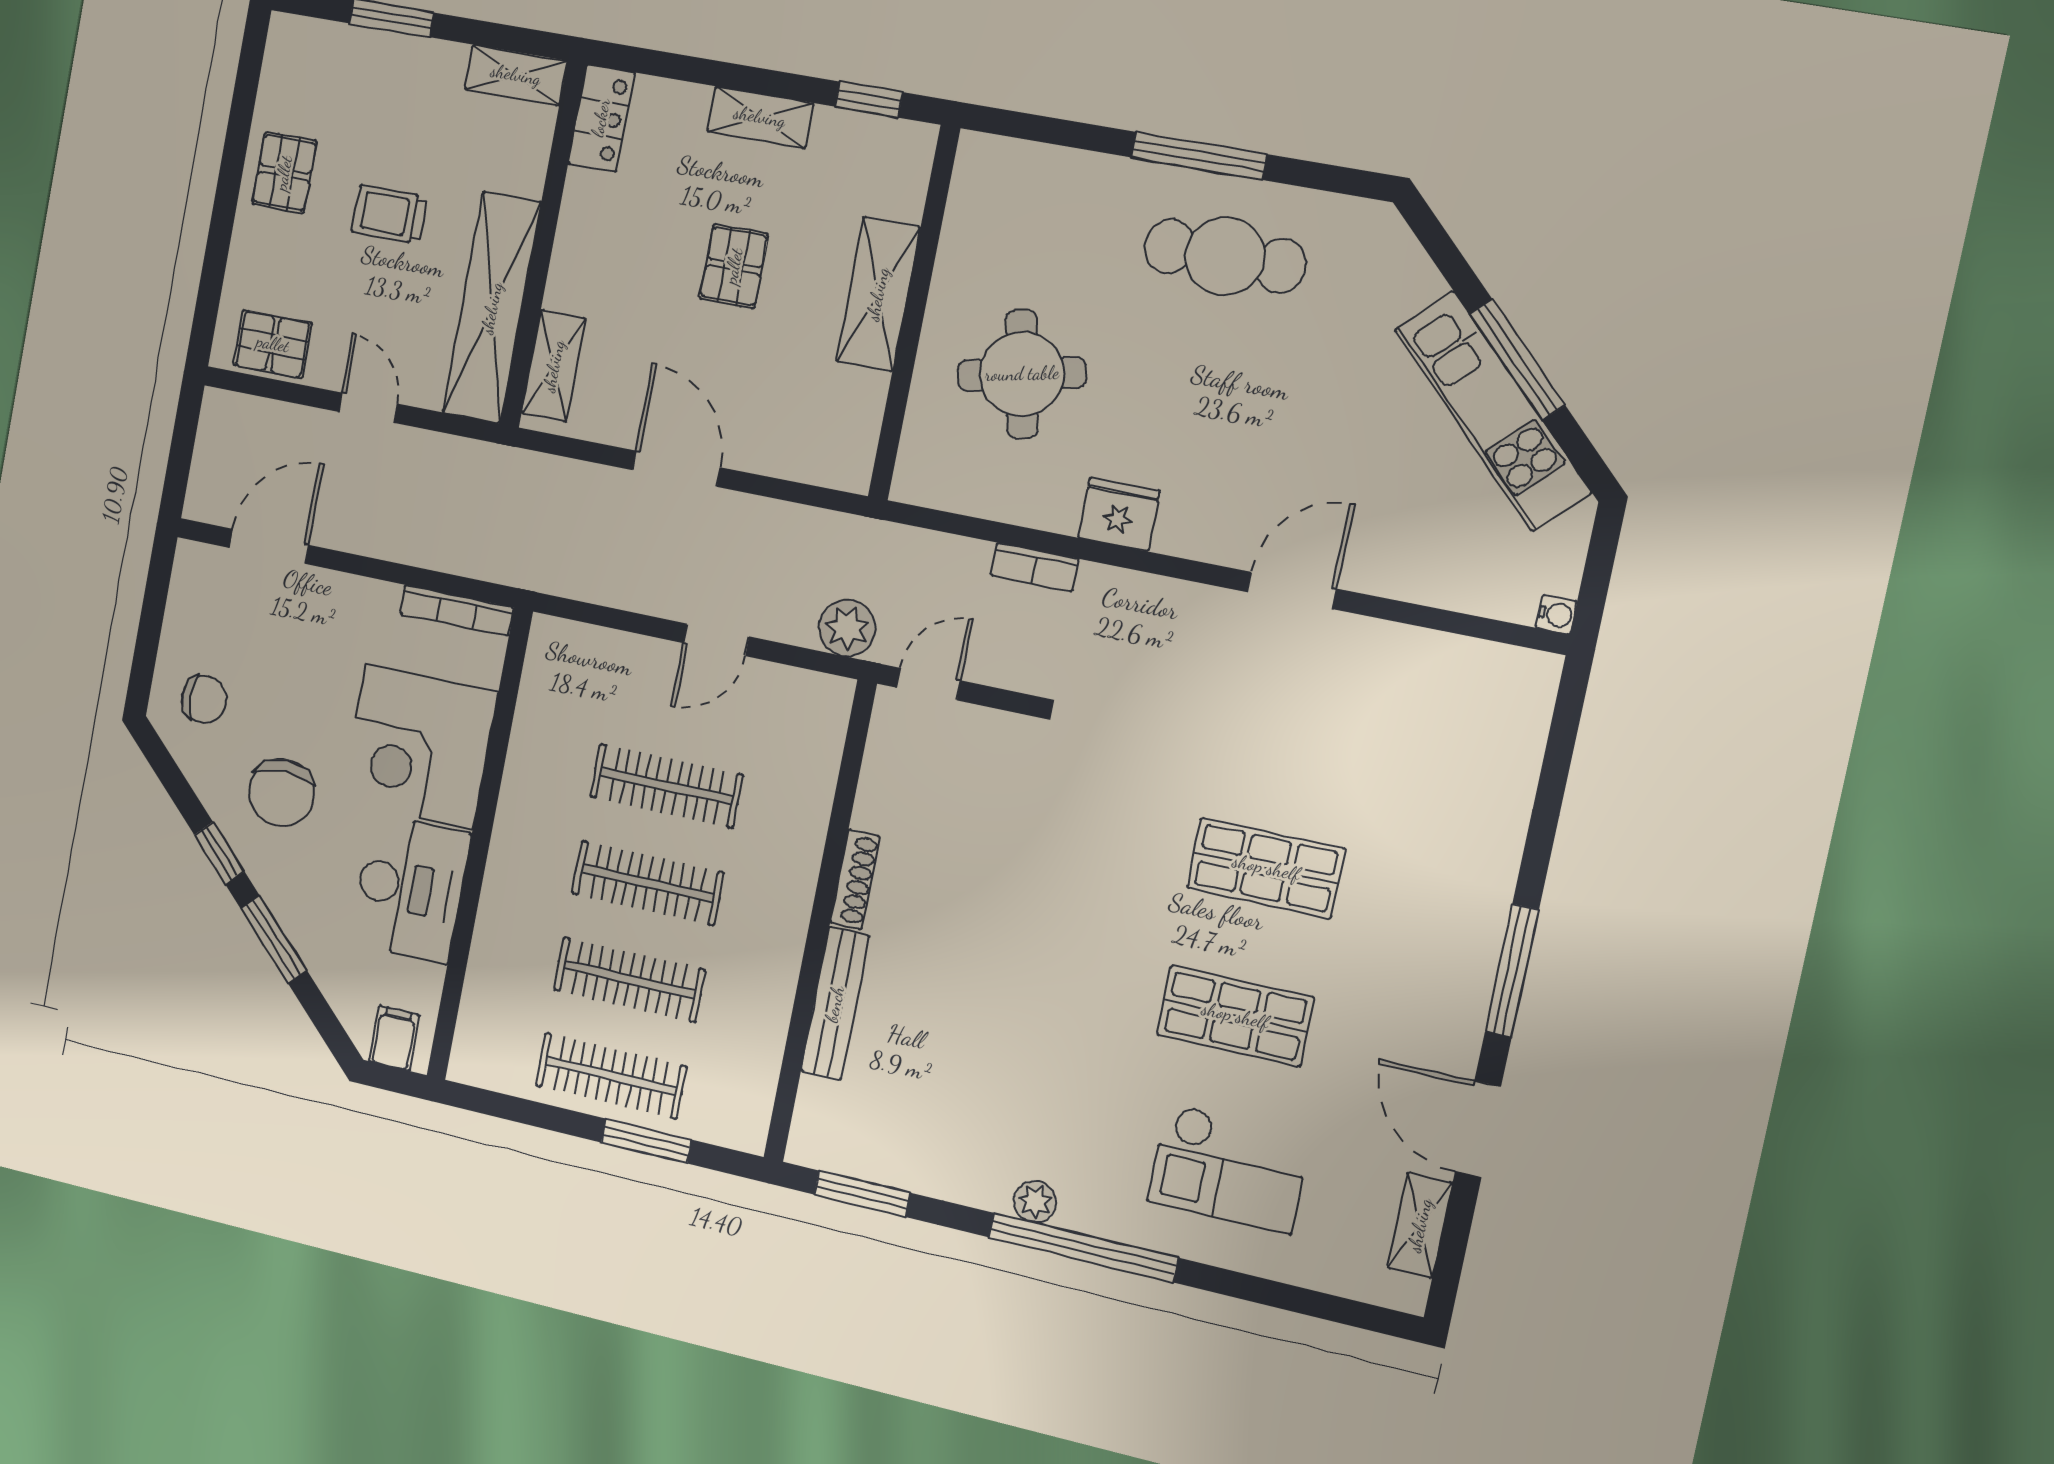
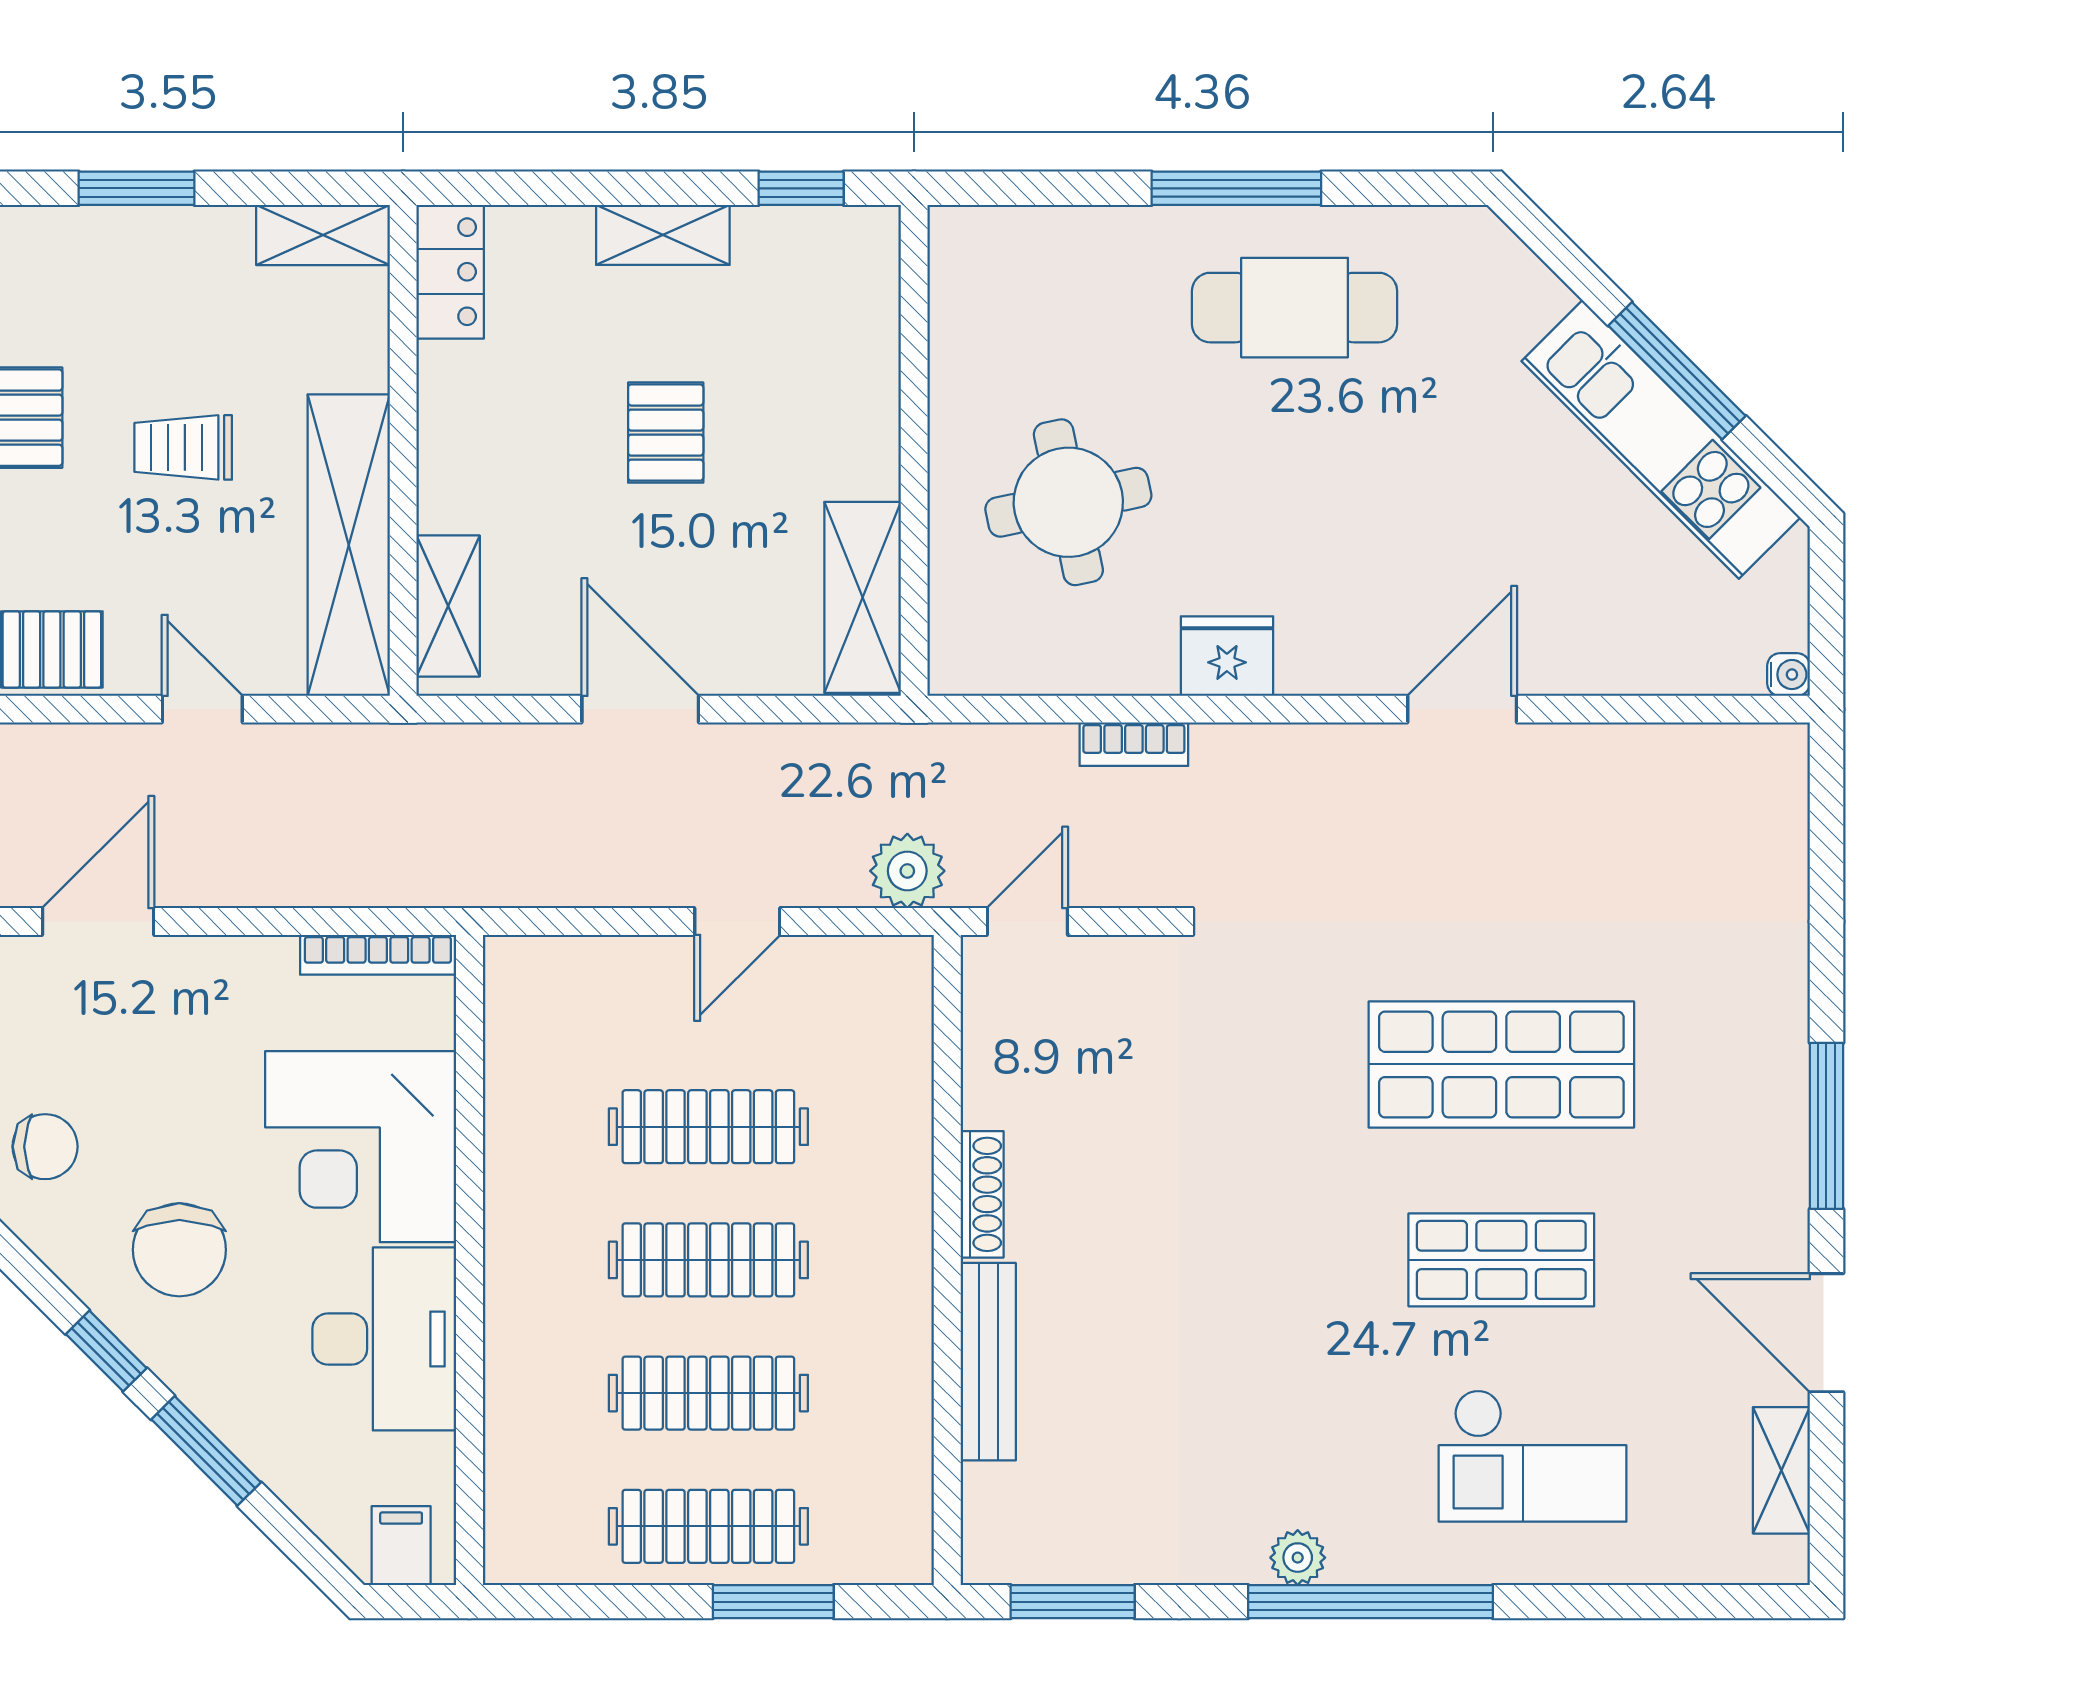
shelving: (878, 294) -> (863, 597), moved
shop shelf: (1266, 868) -> (1501, 1064), width x1.43, depth x1.36

